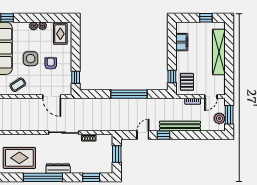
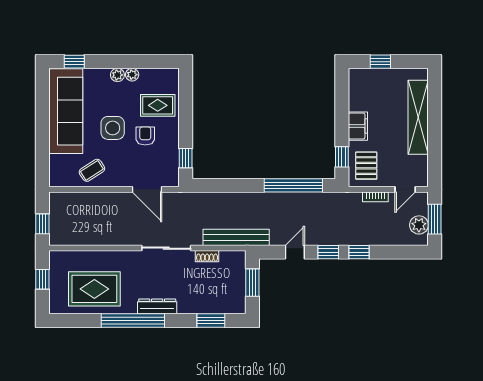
window: (206, 18) -> (380, 62), moved
rug: (60, 34) -> (158, 105), moved, turned 90
filing cabinet: (182, 42) -> (358, 126), moved
window: (129, 94) -> (293, 185), moved
bench: (180, 126) -> (236, 237), moved
window: (183, 135) -> (359, 252), added

